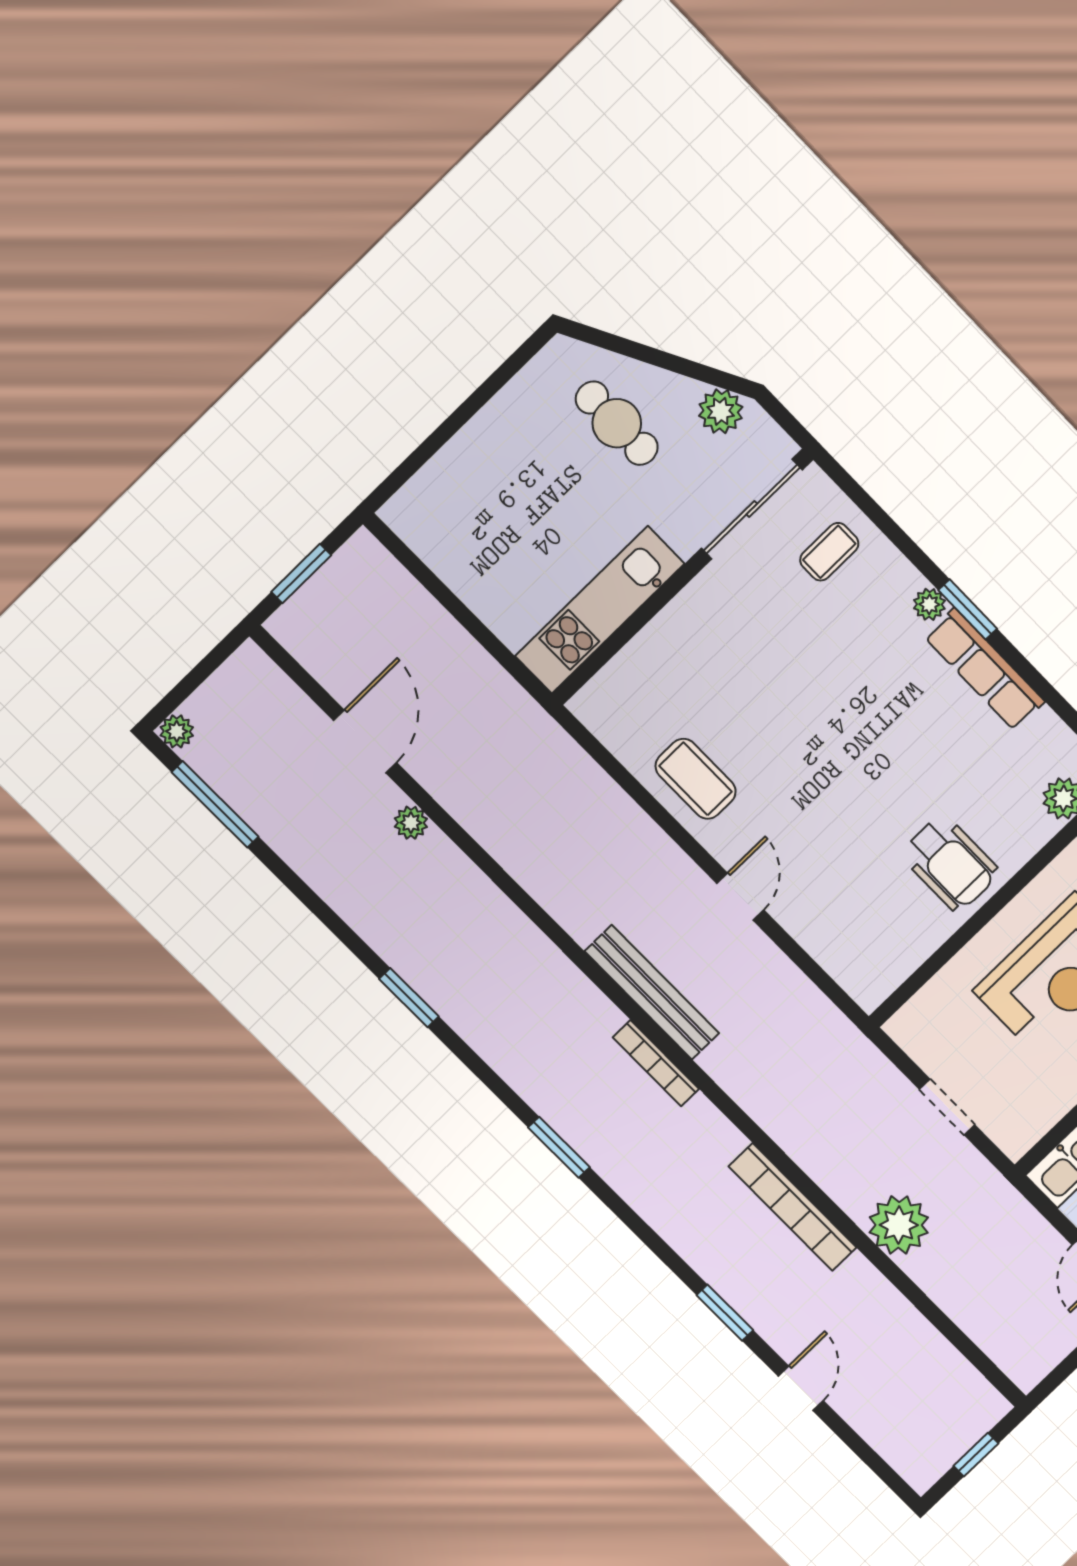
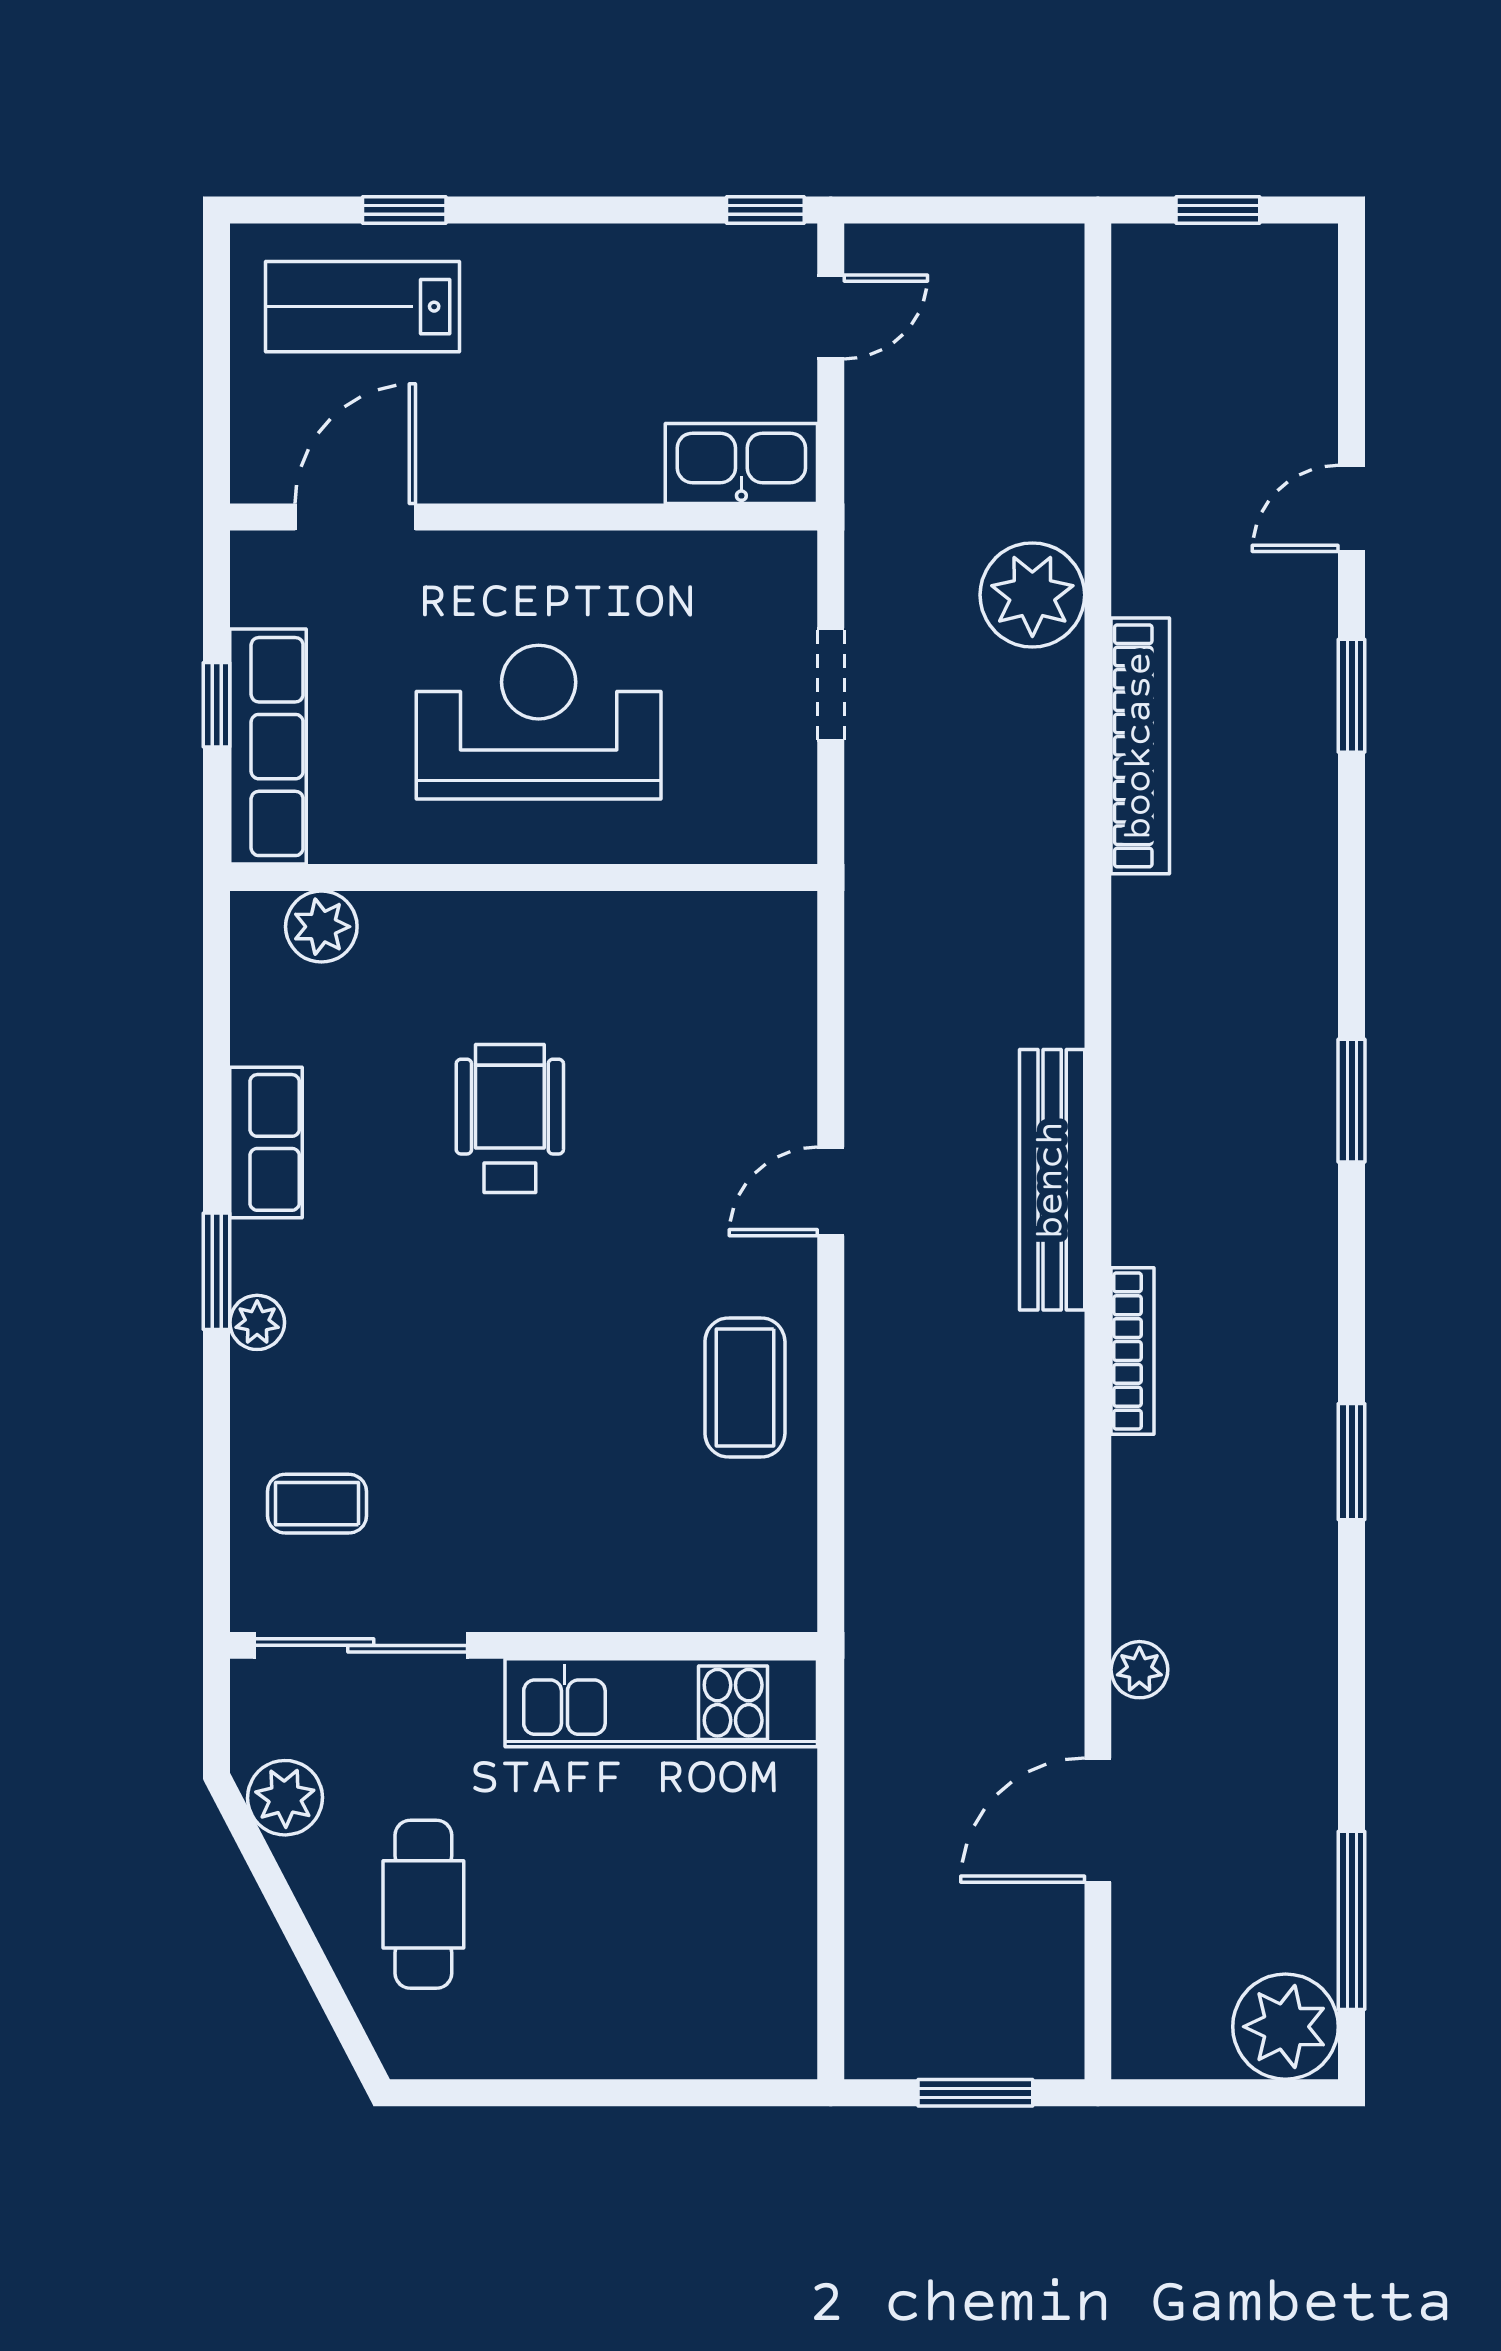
row of seats: (985, 669) -> (266, 1142), width x0.68
plant: (177, 731) -> (1285, 2027), width x1.87, depth x1.87
wheelchair: (950, 863) -> (510, 1118), moved
bookcase: (656, 1063) -> (1133, 1351), moved

